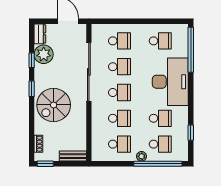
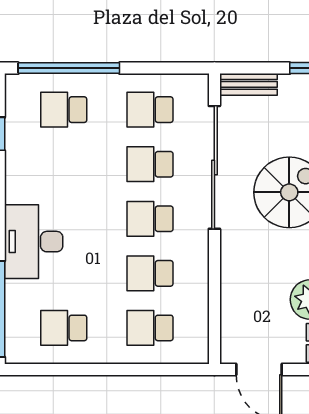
sliding door: (89, 72) -> (214, 167), moved
desk: (170, 82) -> (34, 242), width x0.73, depth x0.77
school desk: (160, 118) -> (64, 164), removed
plant: (142, 156) -> (103, 84), removed

